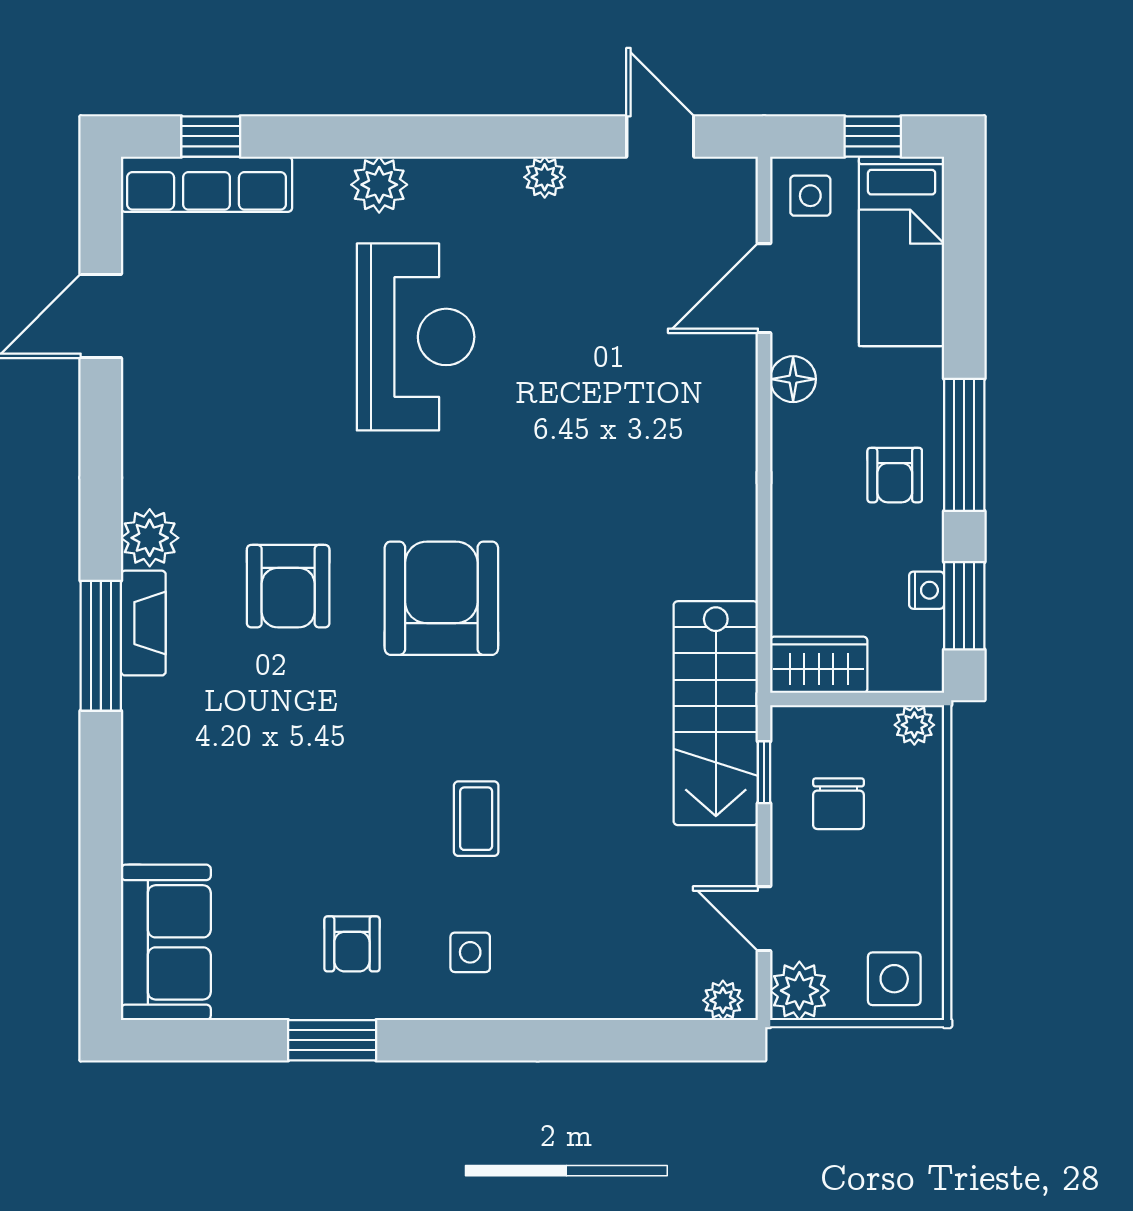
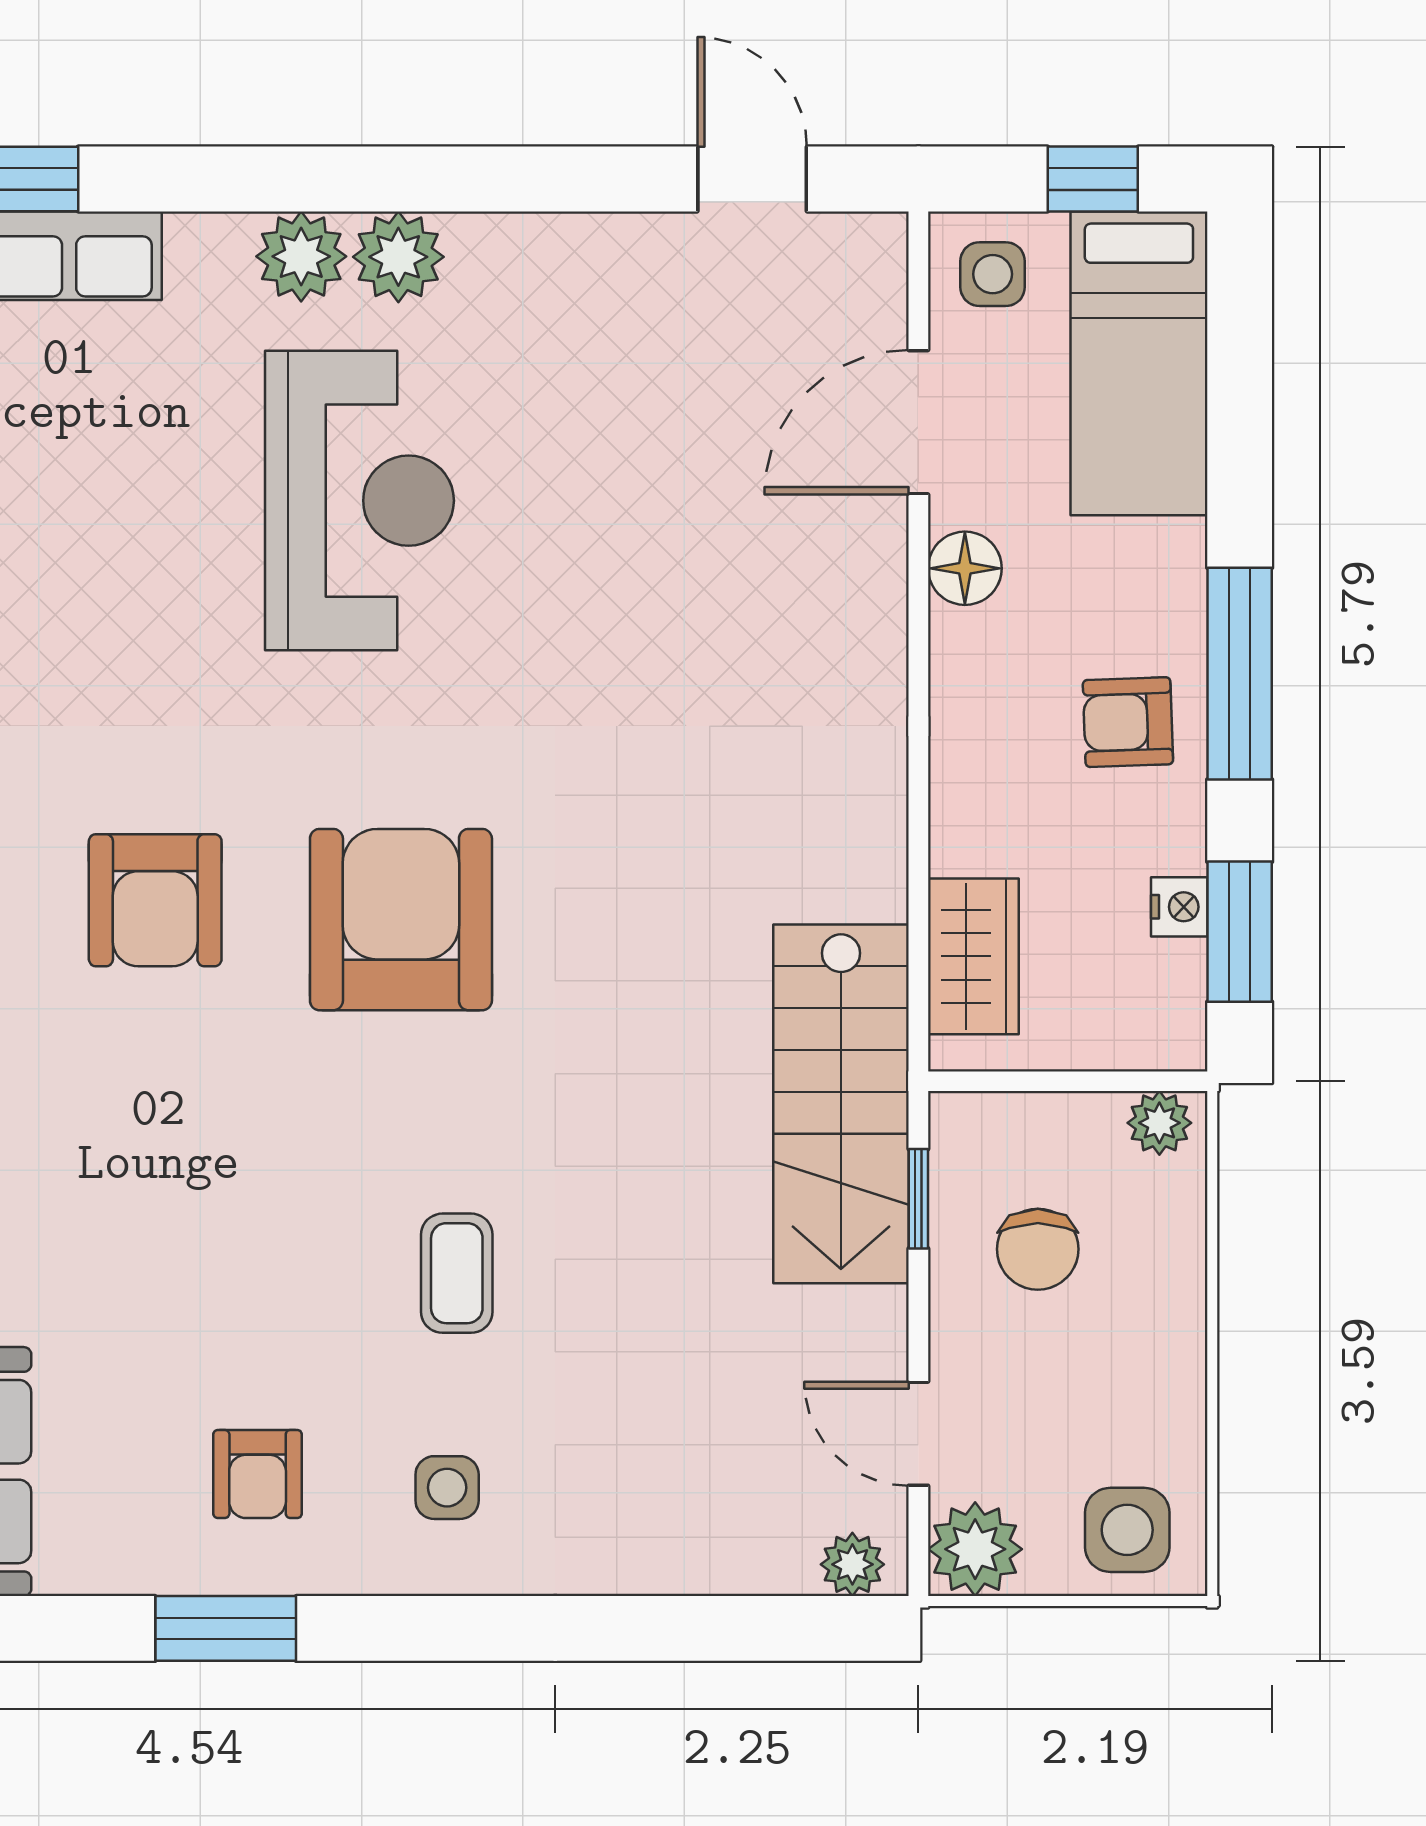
plant: (545, 177) -> (398, 257), moved, width x1.38, depth x1.38
armchair: (895, 475) -> (1128, 722), turned 88
wardrobe: (819, 665) -> (973, 956), moved, turned 90

